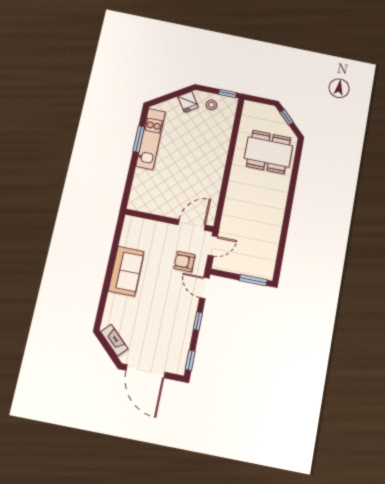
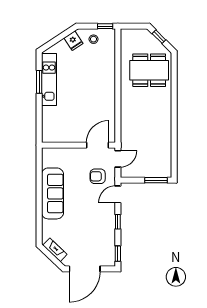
sofa: (126, 271) -> (52, 193), width x1.36
door: (204, 288) -> (118, 194), hinge flipped
door: (145, 371) -> (85, 269), hinge flipped

